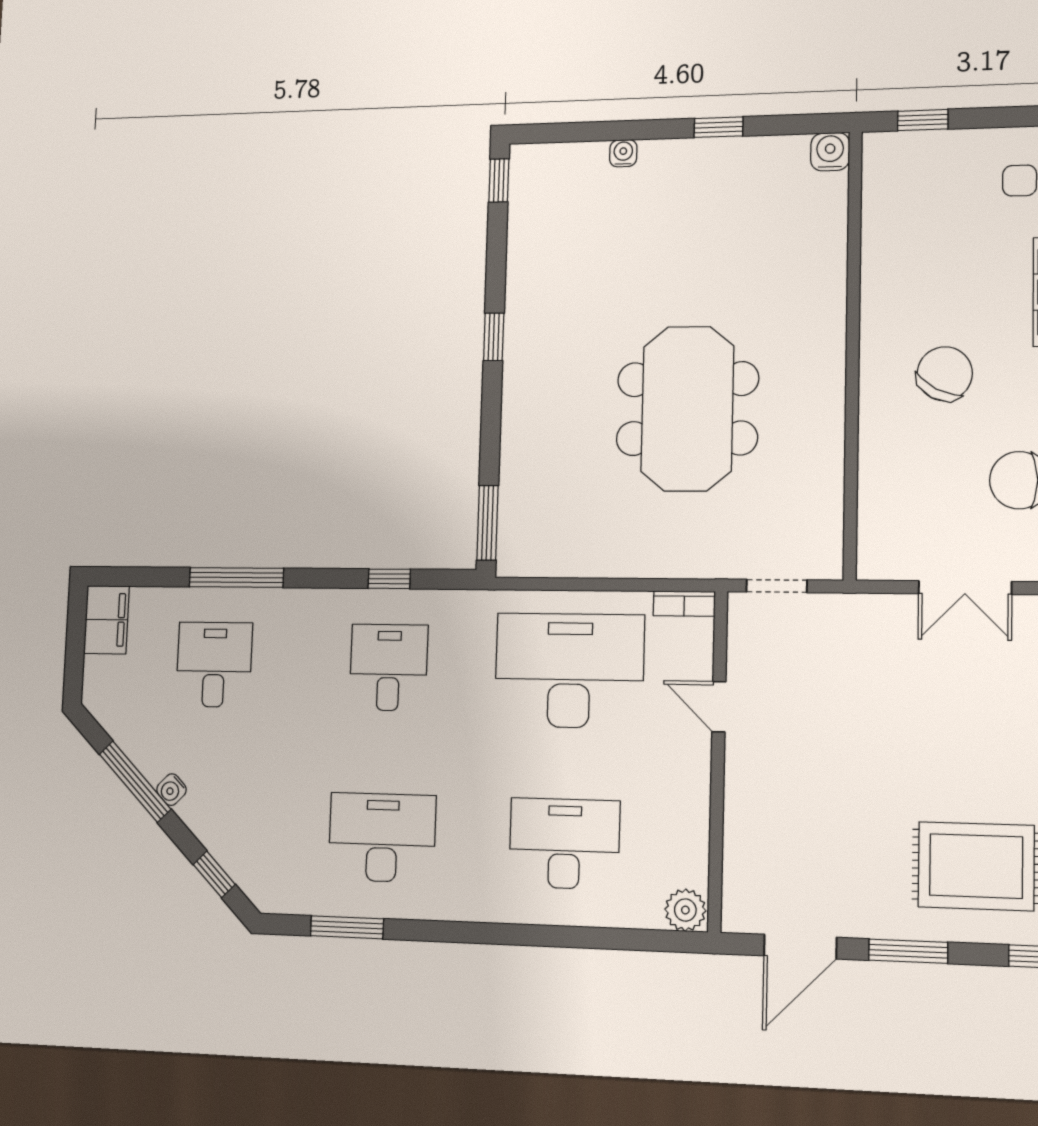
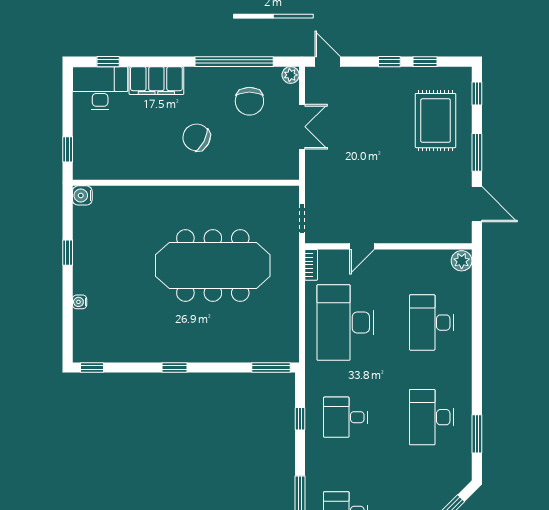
meeting table: (687, 409) -> (213, 265), width x1.36

